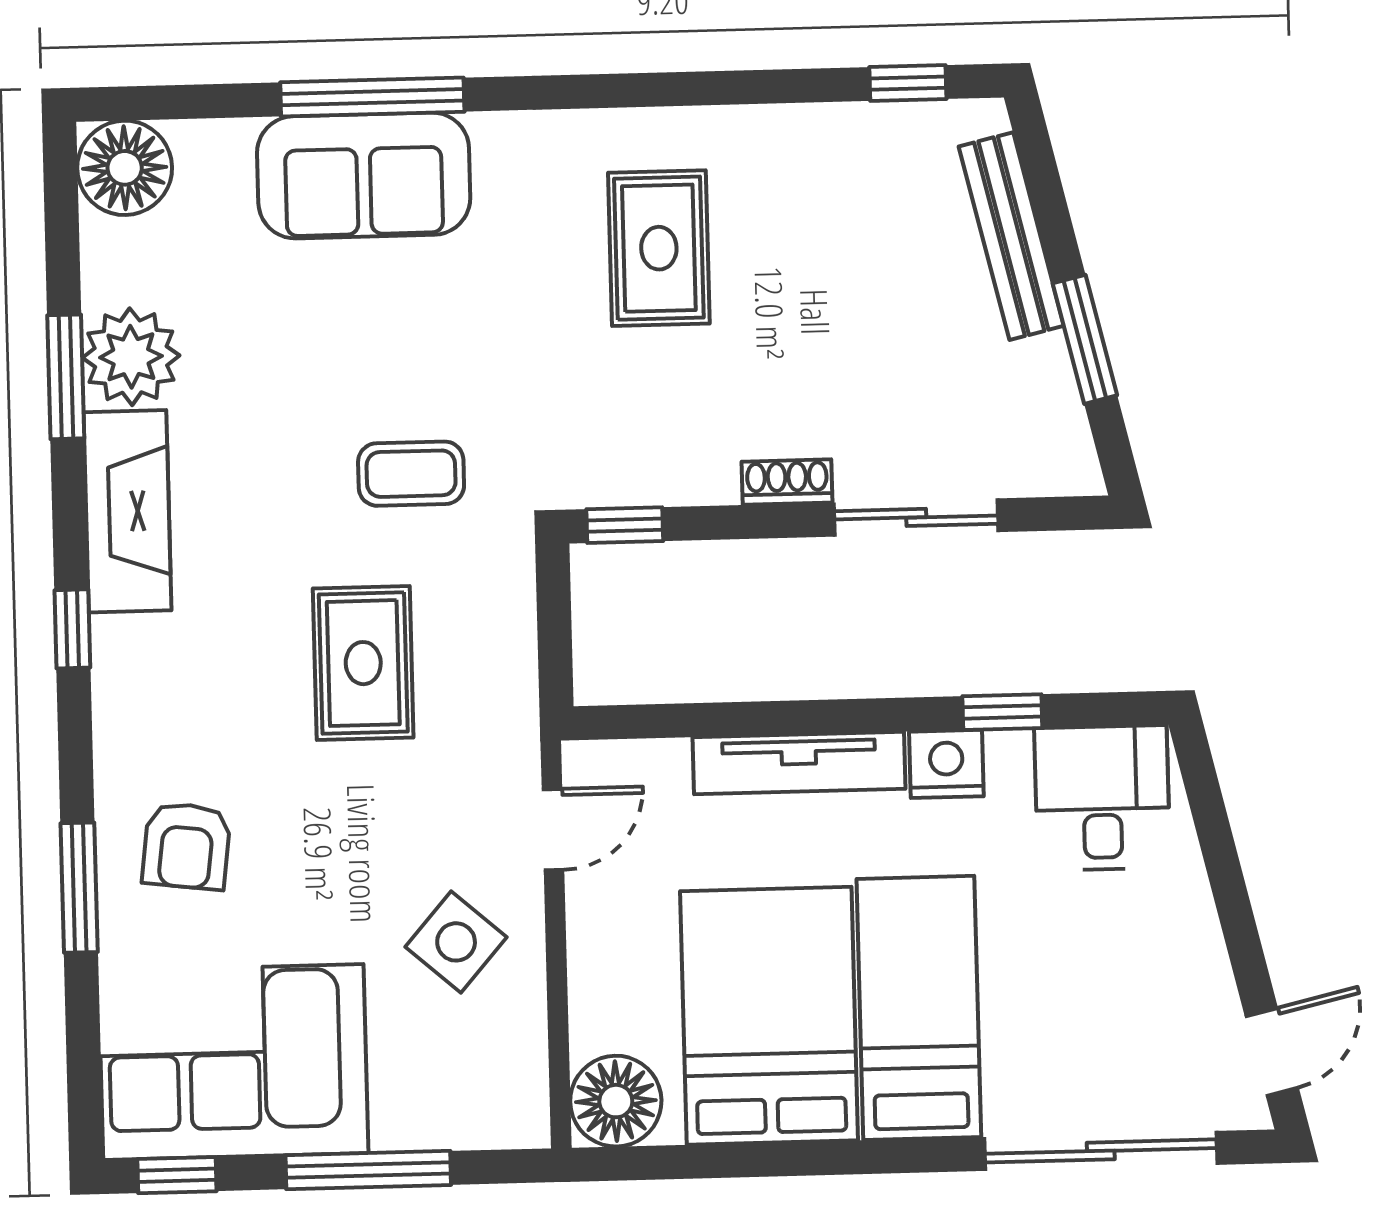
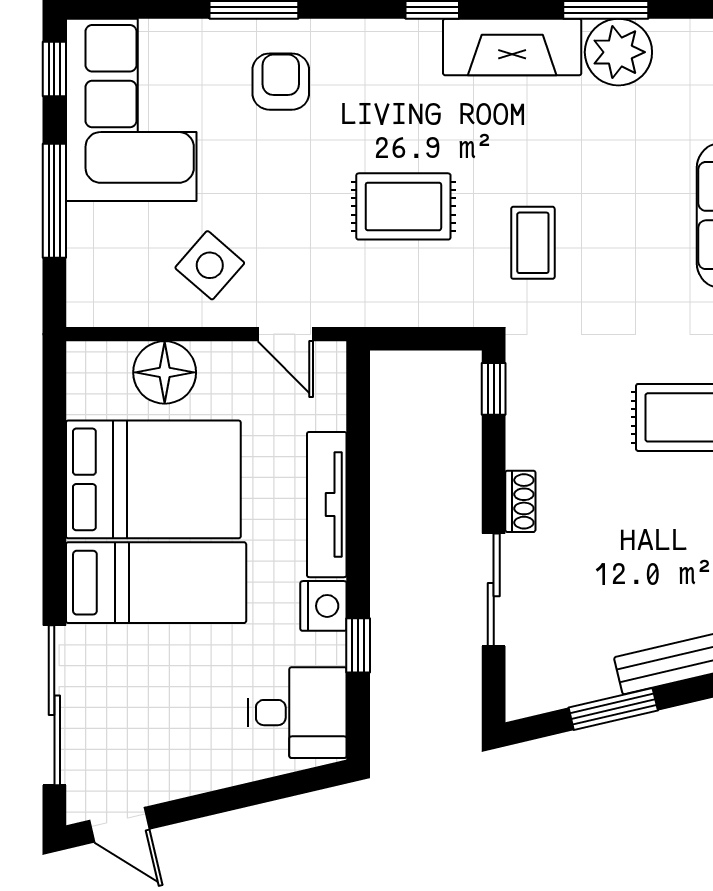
armchair: (186, 846) -> (281, 82), turned 83
floor lamp: (616, 1101) -> (165, 372), moved

